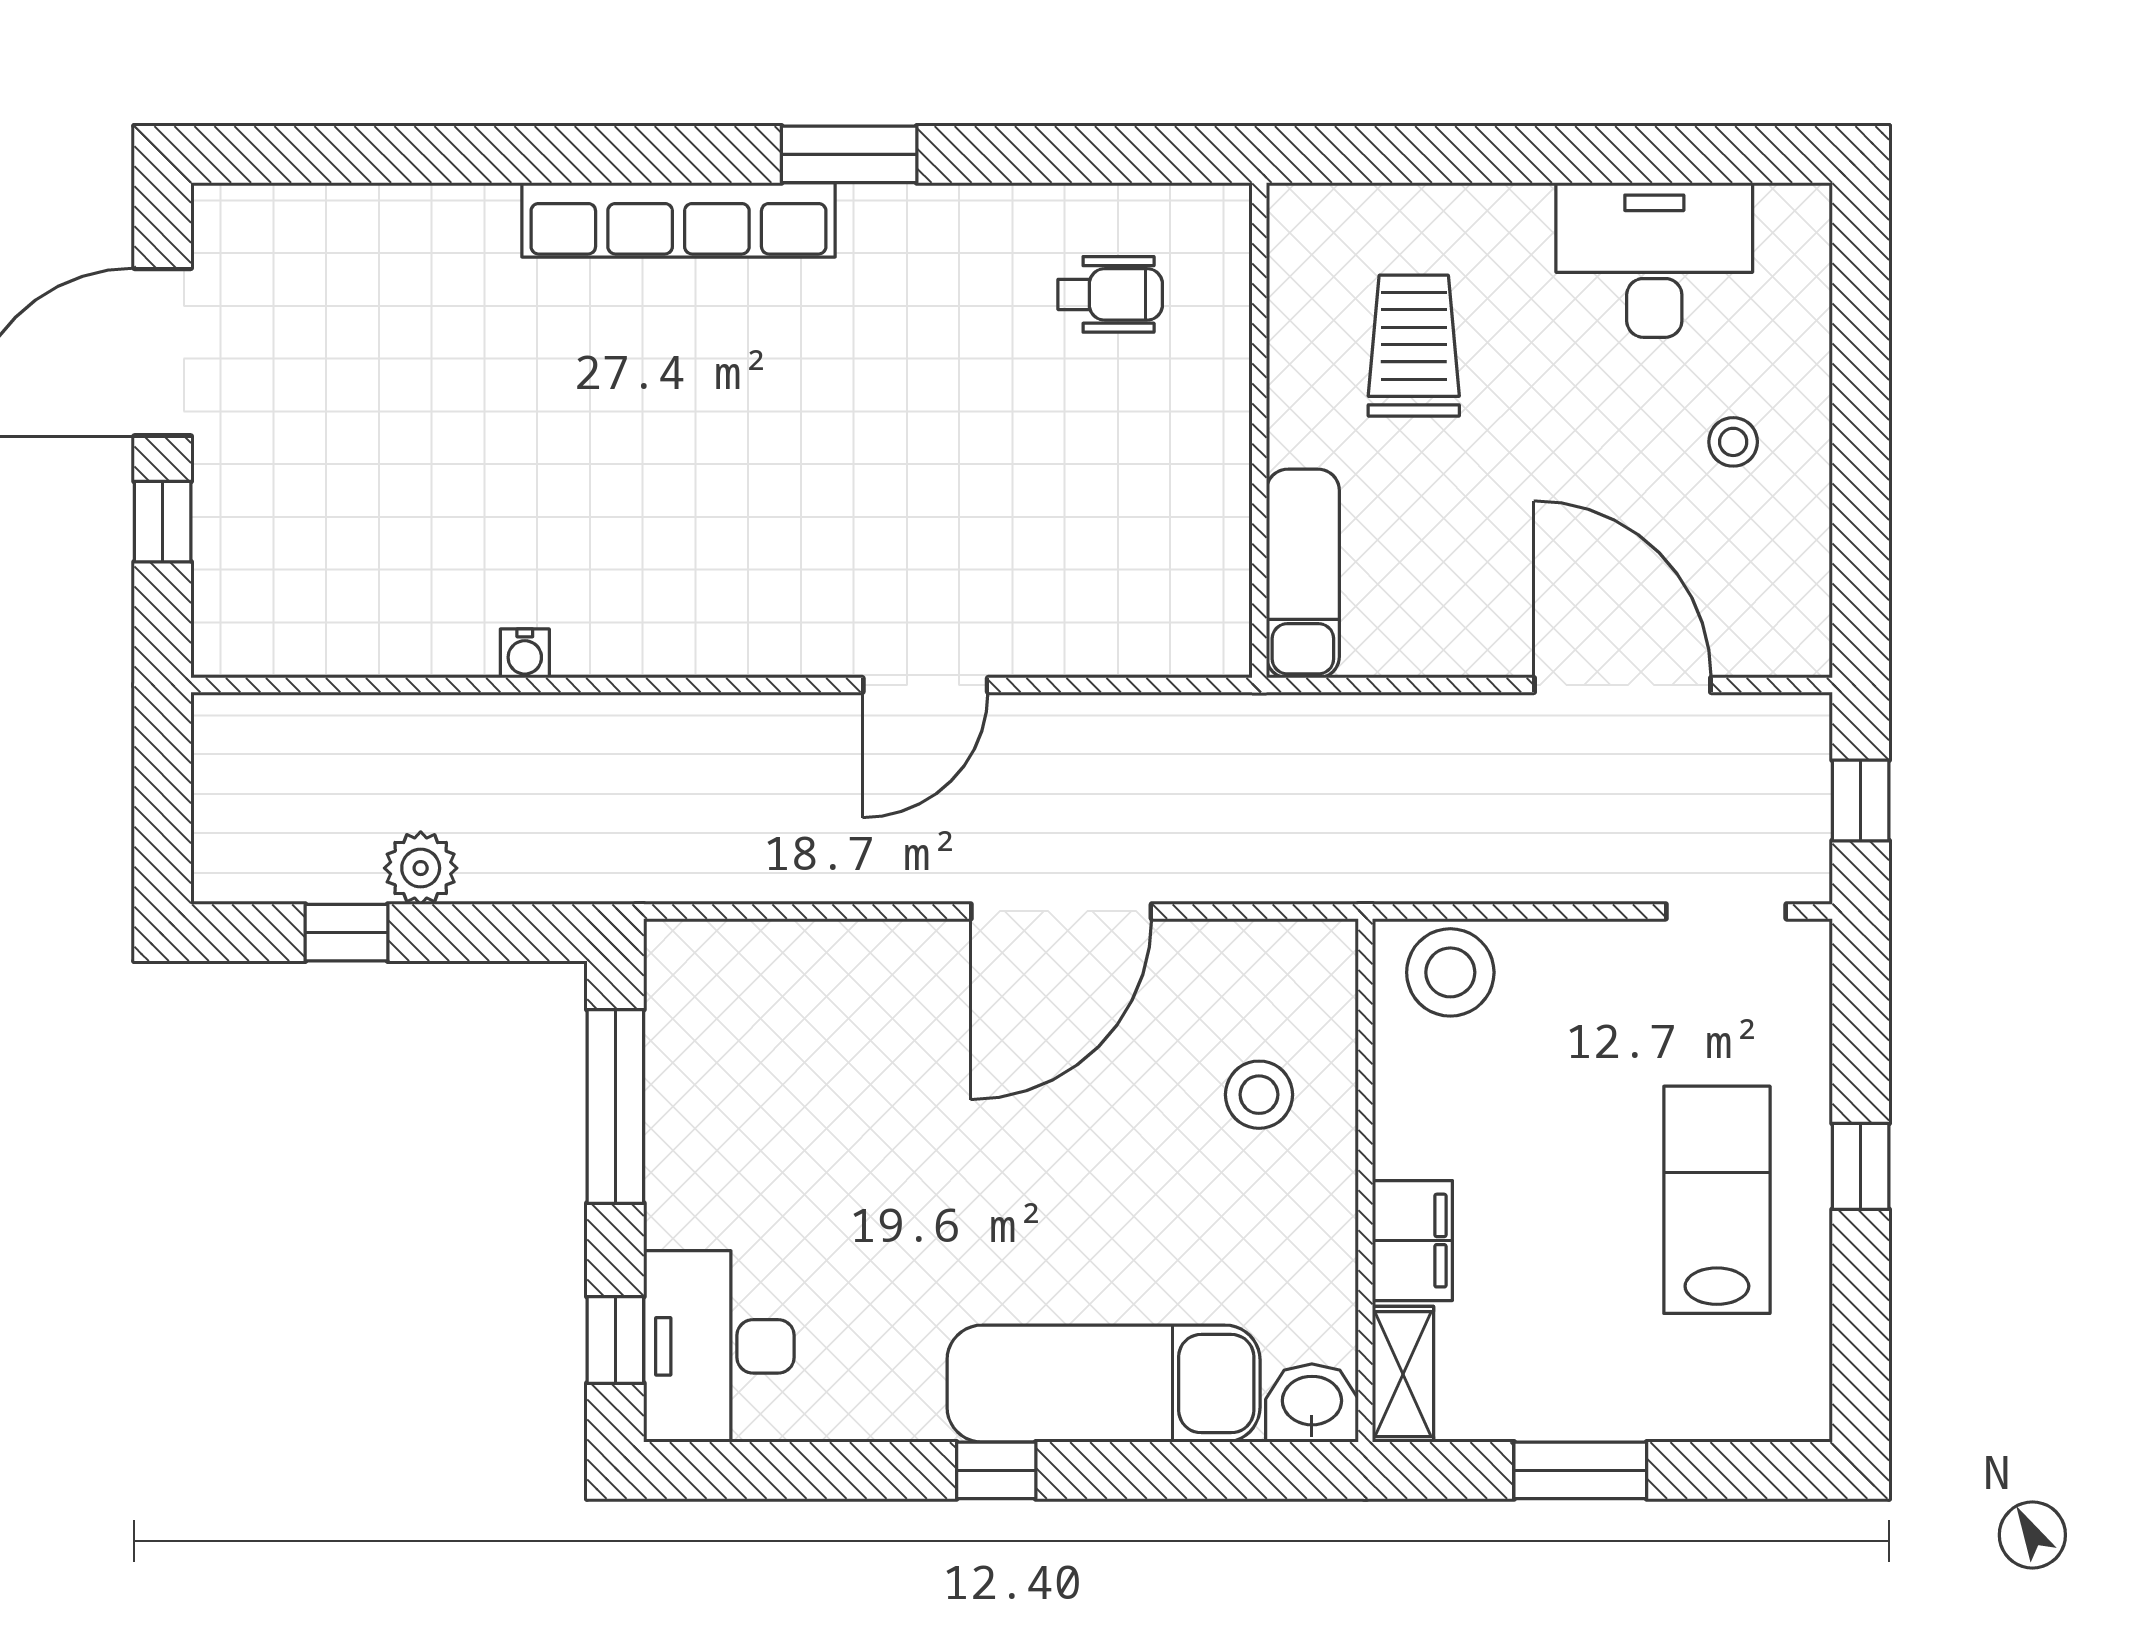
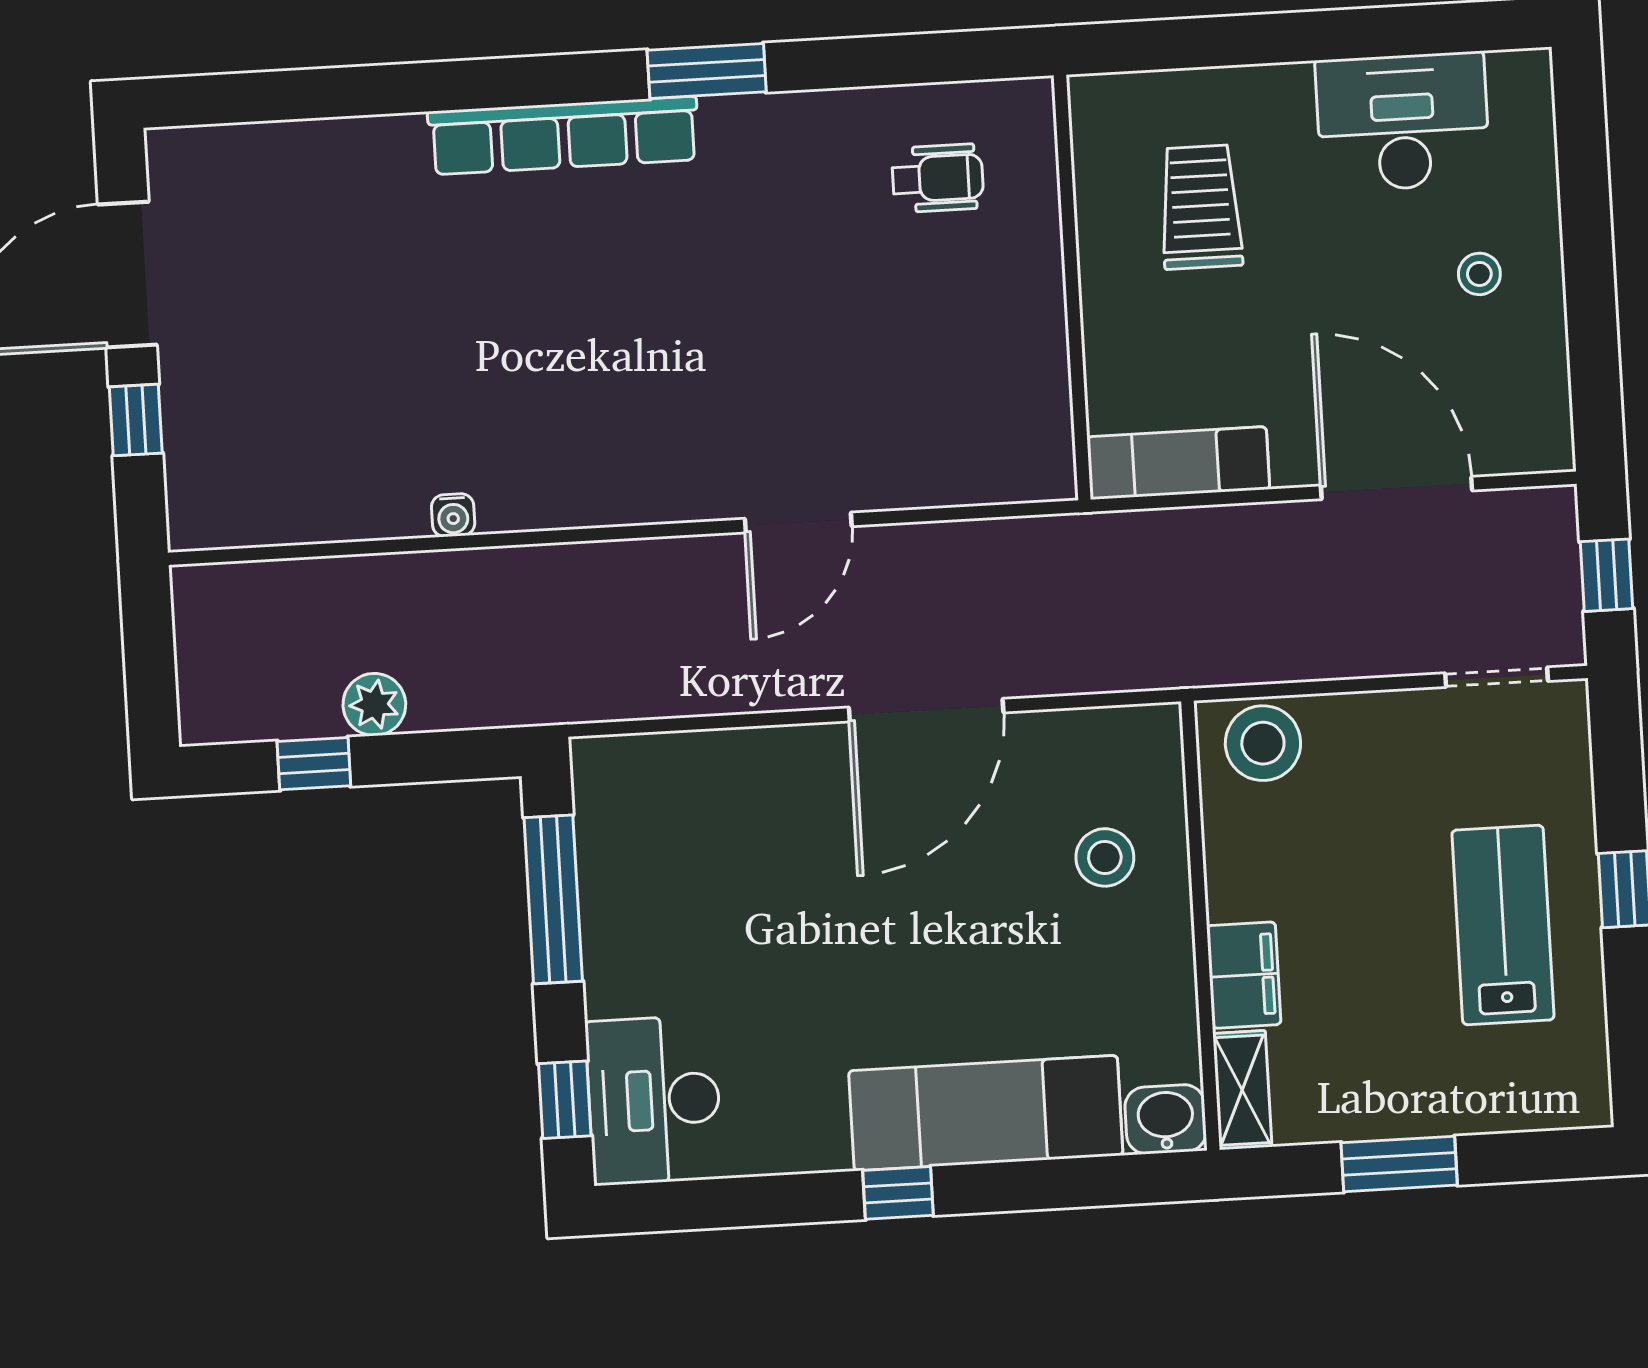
exam couch: (1303, 574) -> (1178, 463), moved, turned -90

